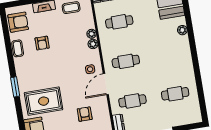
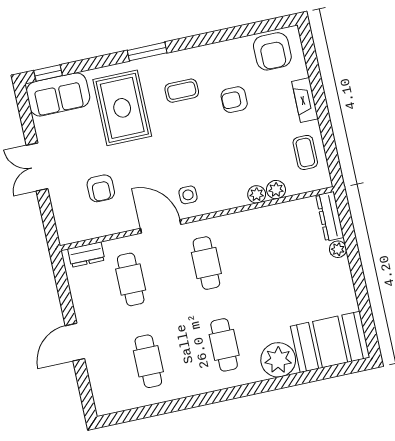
cafe table: (119, 22) -> (224, 345), moved
plant: (182, 30) -> (278, 360), width x1.87, depth x1.87
plant: (93, 44) -> (276, 190), moved
coffee table: (18, 48) -> (182, 91), moved
armchair: (85, 114) -> (101, 188), turned 90

